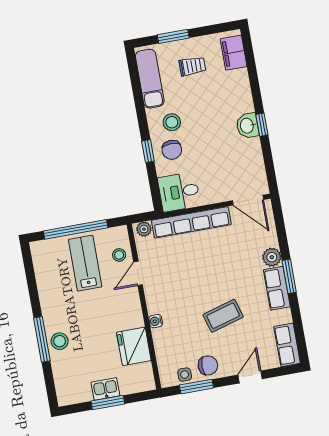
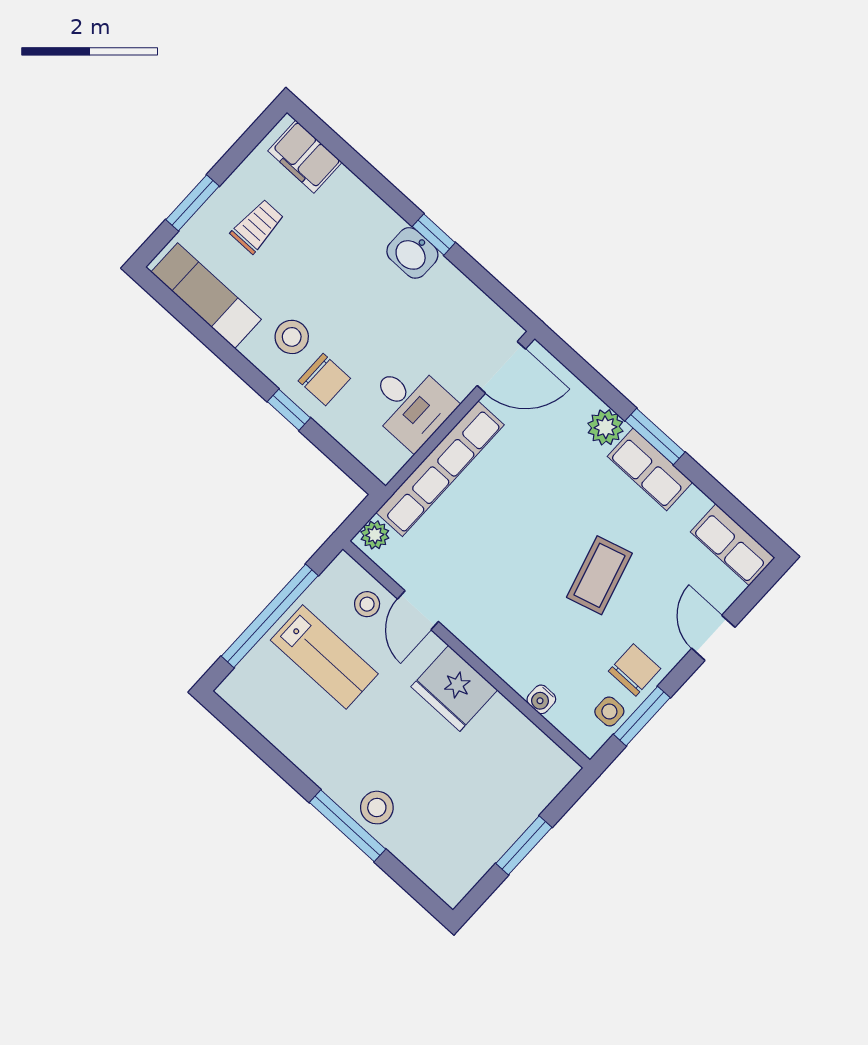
desk: (179, 192) -> (410, 404), moved, turned -90
lab bench: (85, 263) -> (324, 657), turned 180
water cooler: (156, 321) -> (541, 699), moved
fridge: (134, 346) -> (454, 688), moved
kitchen sink: (105, 389) -> (504, 827), removed

